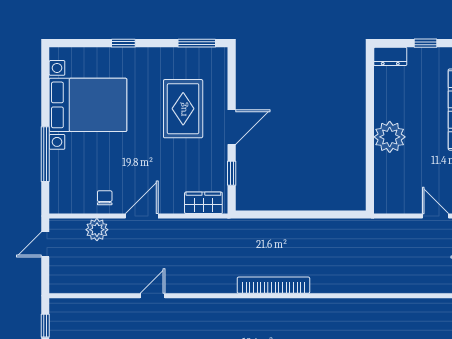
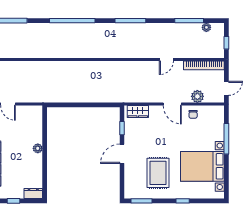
rug: (183, 109) -> (158, 173), moved
plant: (390, 137) -> (38, 148), width x0.53, depth x0.53
door: (142, 216) -> (172, 104), hinge flipped
bookcase: (273, 285) -> (204, 65), moved

